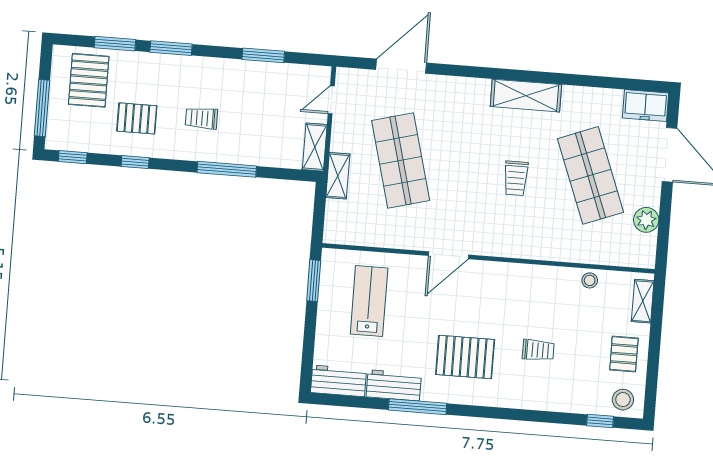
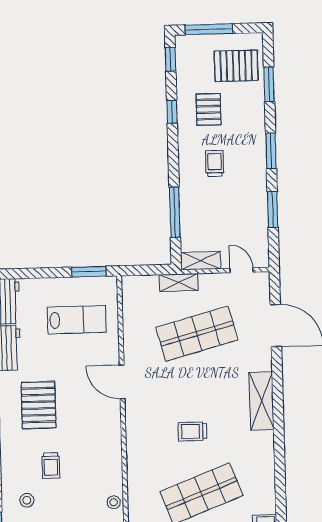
window: (171, 48) -> (271, 151), moved
shelving: (526, 96) -> (262, 401), moved
window: (227, 169) -> (175, 212), moved
stool: (576, 383) -> (27, 500), added

